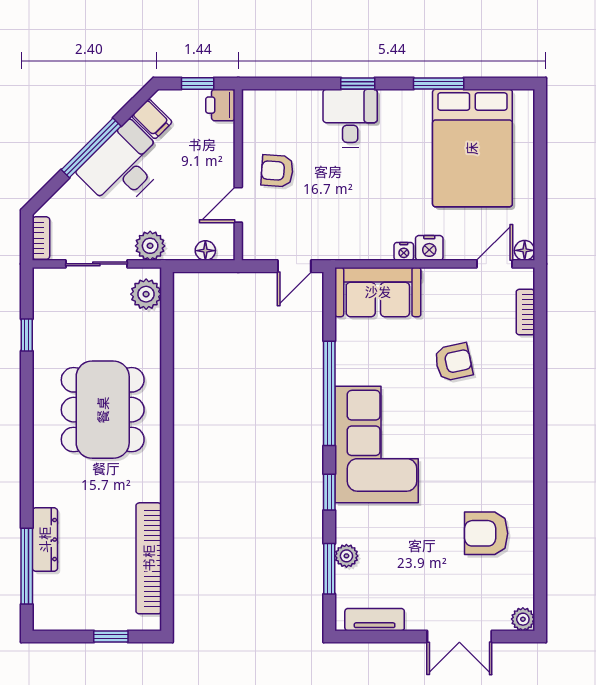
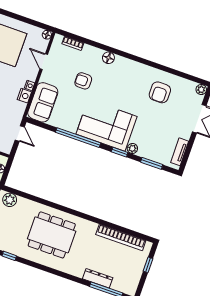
nightstand: (429, 248) -> (24, 96), moved
door: (495, 264) -> (44, 62), moved
armchair: (453, 362) -> (83, 81), turned -78
floor lamp: (521, 398) -> (108, 58), added
plant: (346, 556) -> (132, 148), moved

